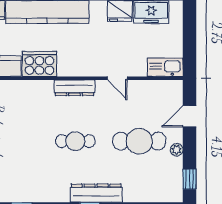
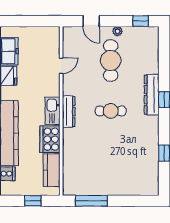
kitchen sink: (165, 67) -> (53, 111), moved
door: (117, 78) -> (61, 66), moved
cafe table: (75, 141) -> (111, 111), turned 90

